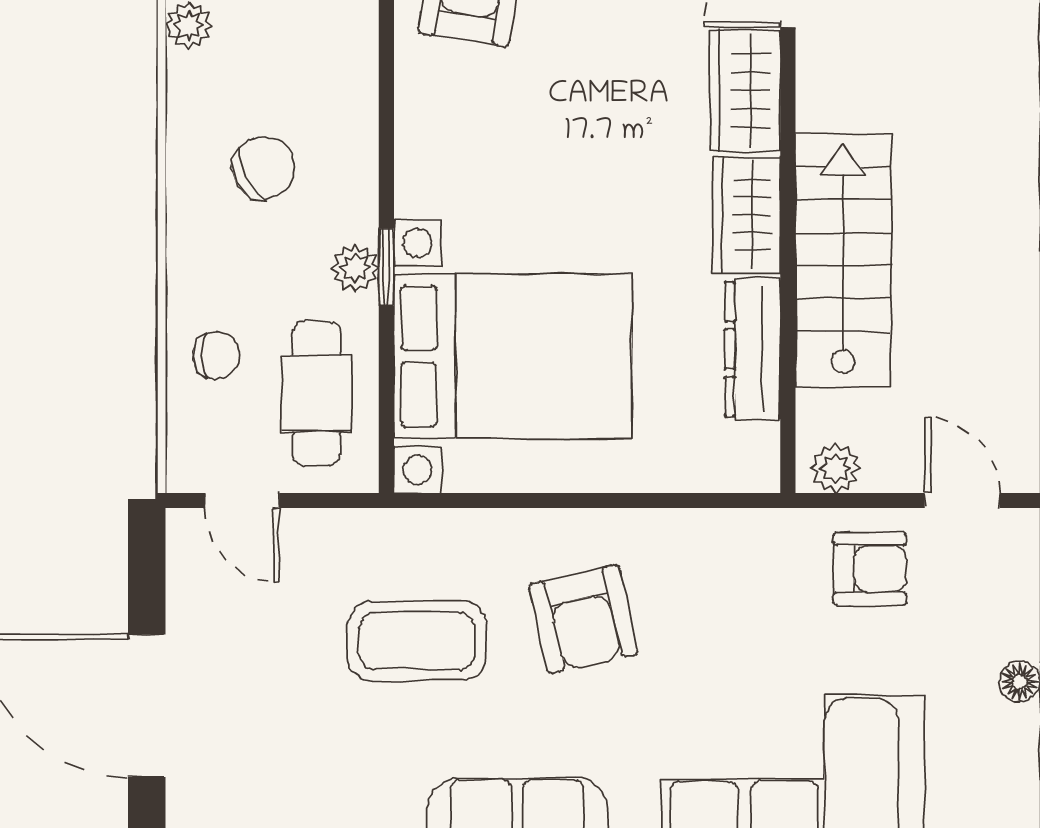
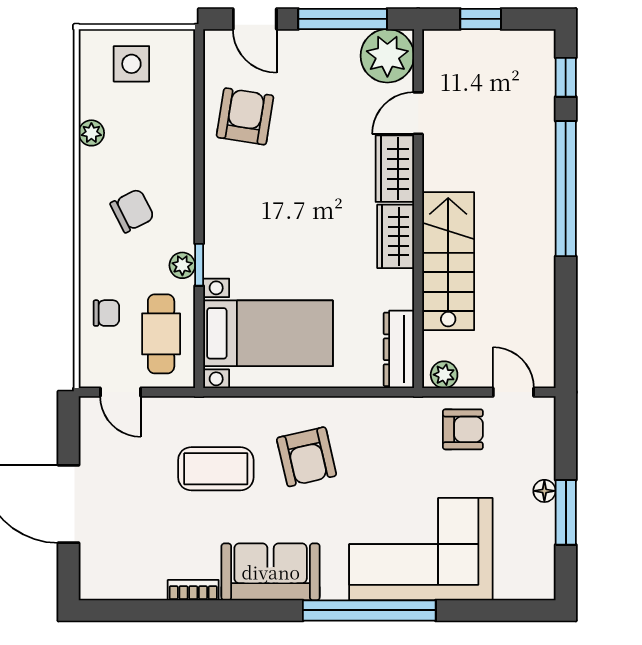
dresser: (753, 349) -> (399, 349), moved
bed with nightstands: (513, 356) -> (268, 333), width x0.73

